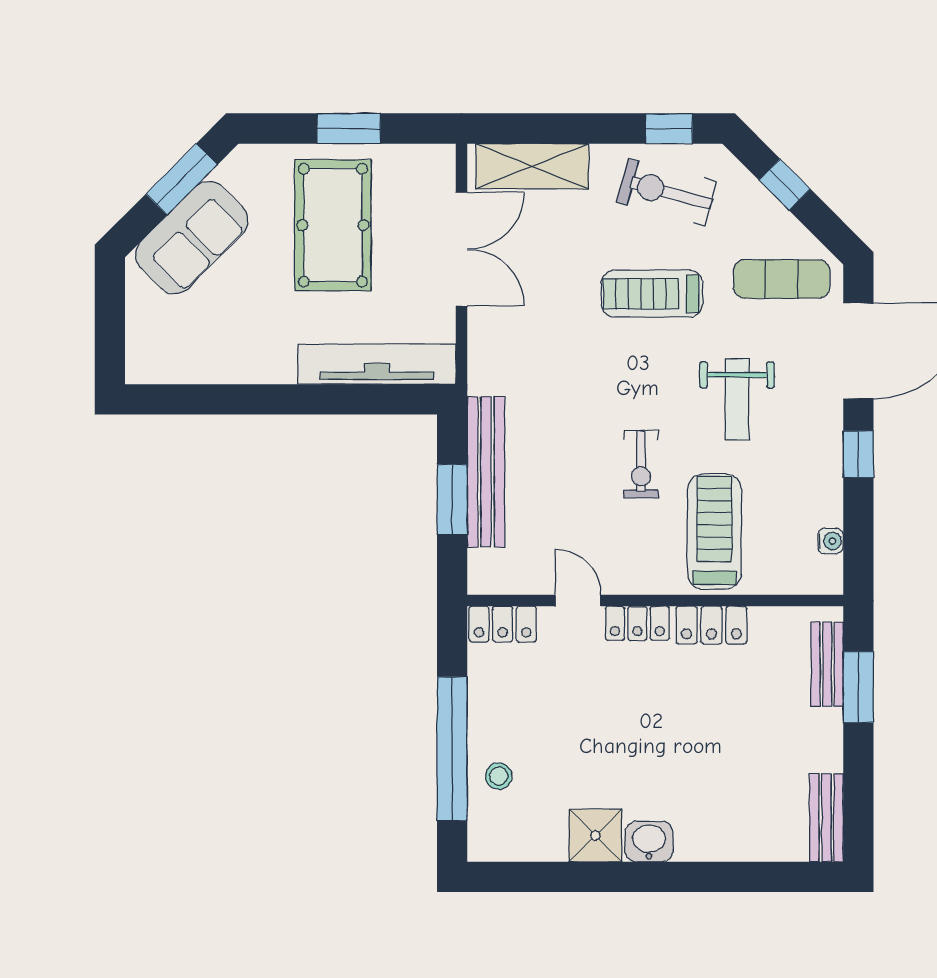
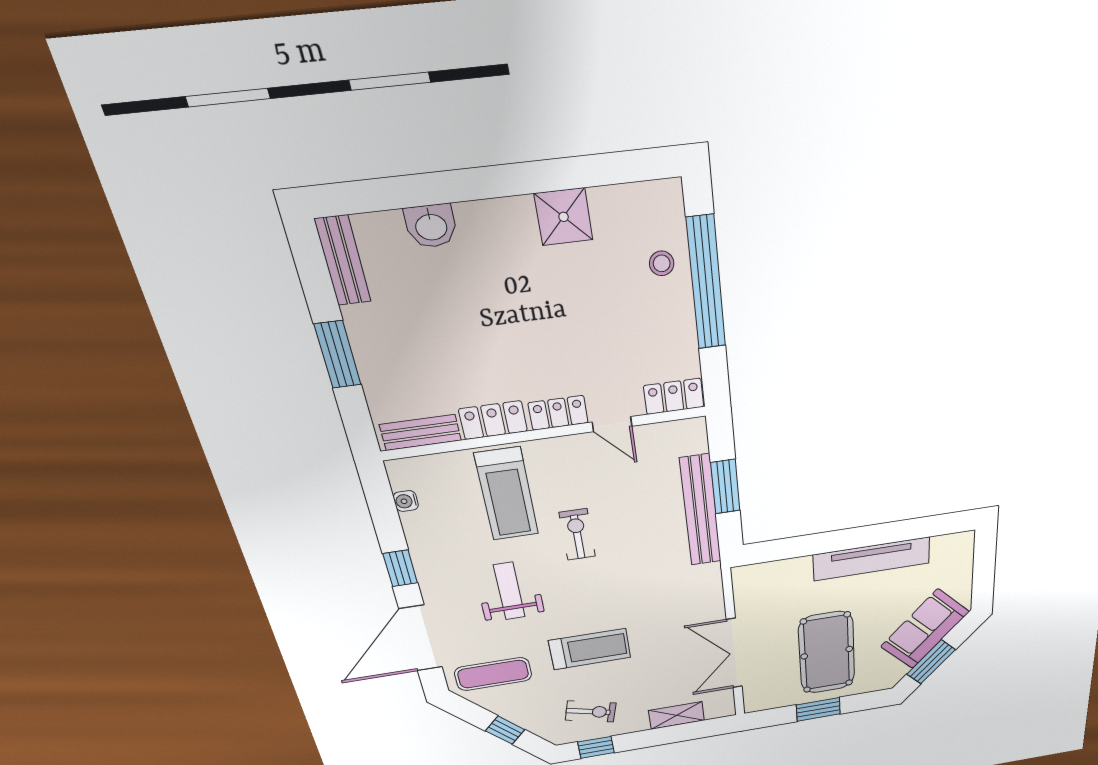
shelving: (532, 166) -> (677, 715), width x0.67, depth x0.75
exercise bike: (667, 192) -> (591, 712), width x0.73, depth x0.72
tv unit: (377, 364) -> (872, 559), moved
bench: (827, 664) -> (420, 432), moved, turned 90
window: (858, 687) -> (338, 355), moved
washbasin: (649, 842) -> (431, 226), moved

